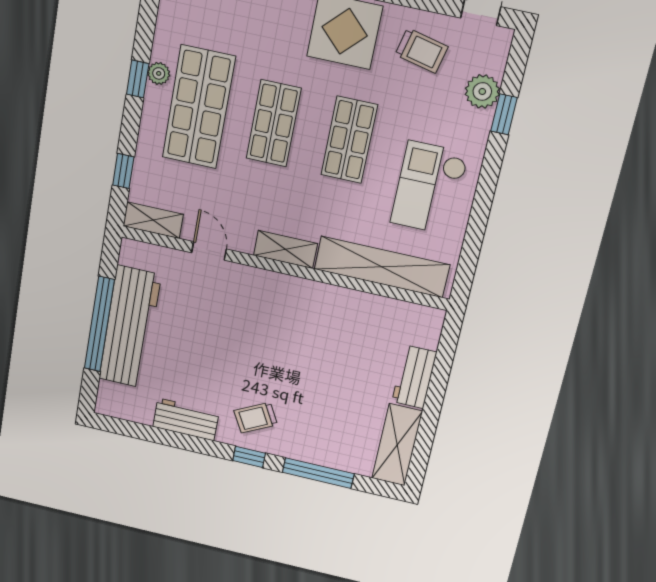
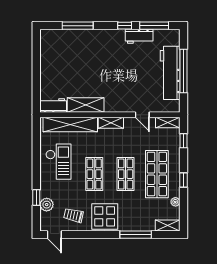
plant: (159, 73) -> (175, 202), moved
workbench: (414, 377) -> (53, 105), moved, turned -90
trolley: (256, 418) -> (109, 45), removed
window: (149, 433) -> (154, 26), added
shelving: (397, 445) -> (86, 105), moved, turned 90
window: (249, 457) -> (125, 26), moved

